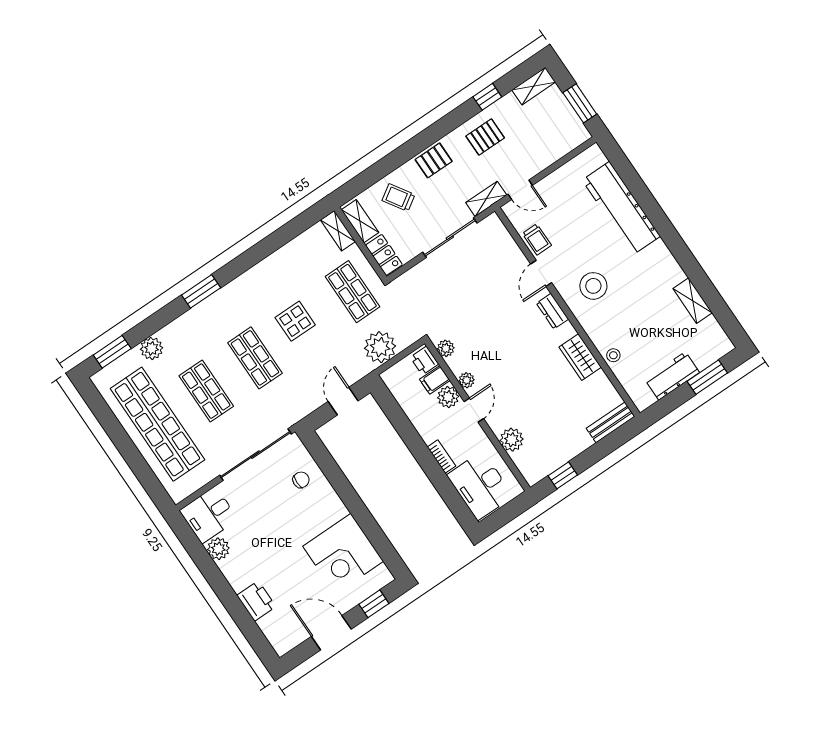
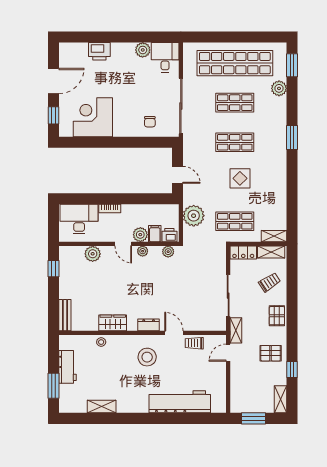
pallet: (485, 137) -> (271, 353), turned 90

